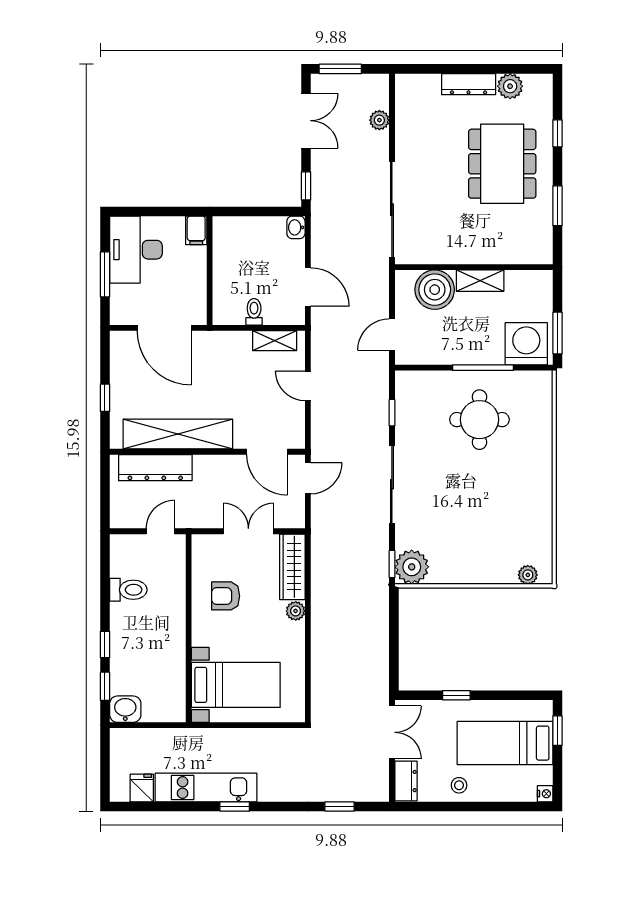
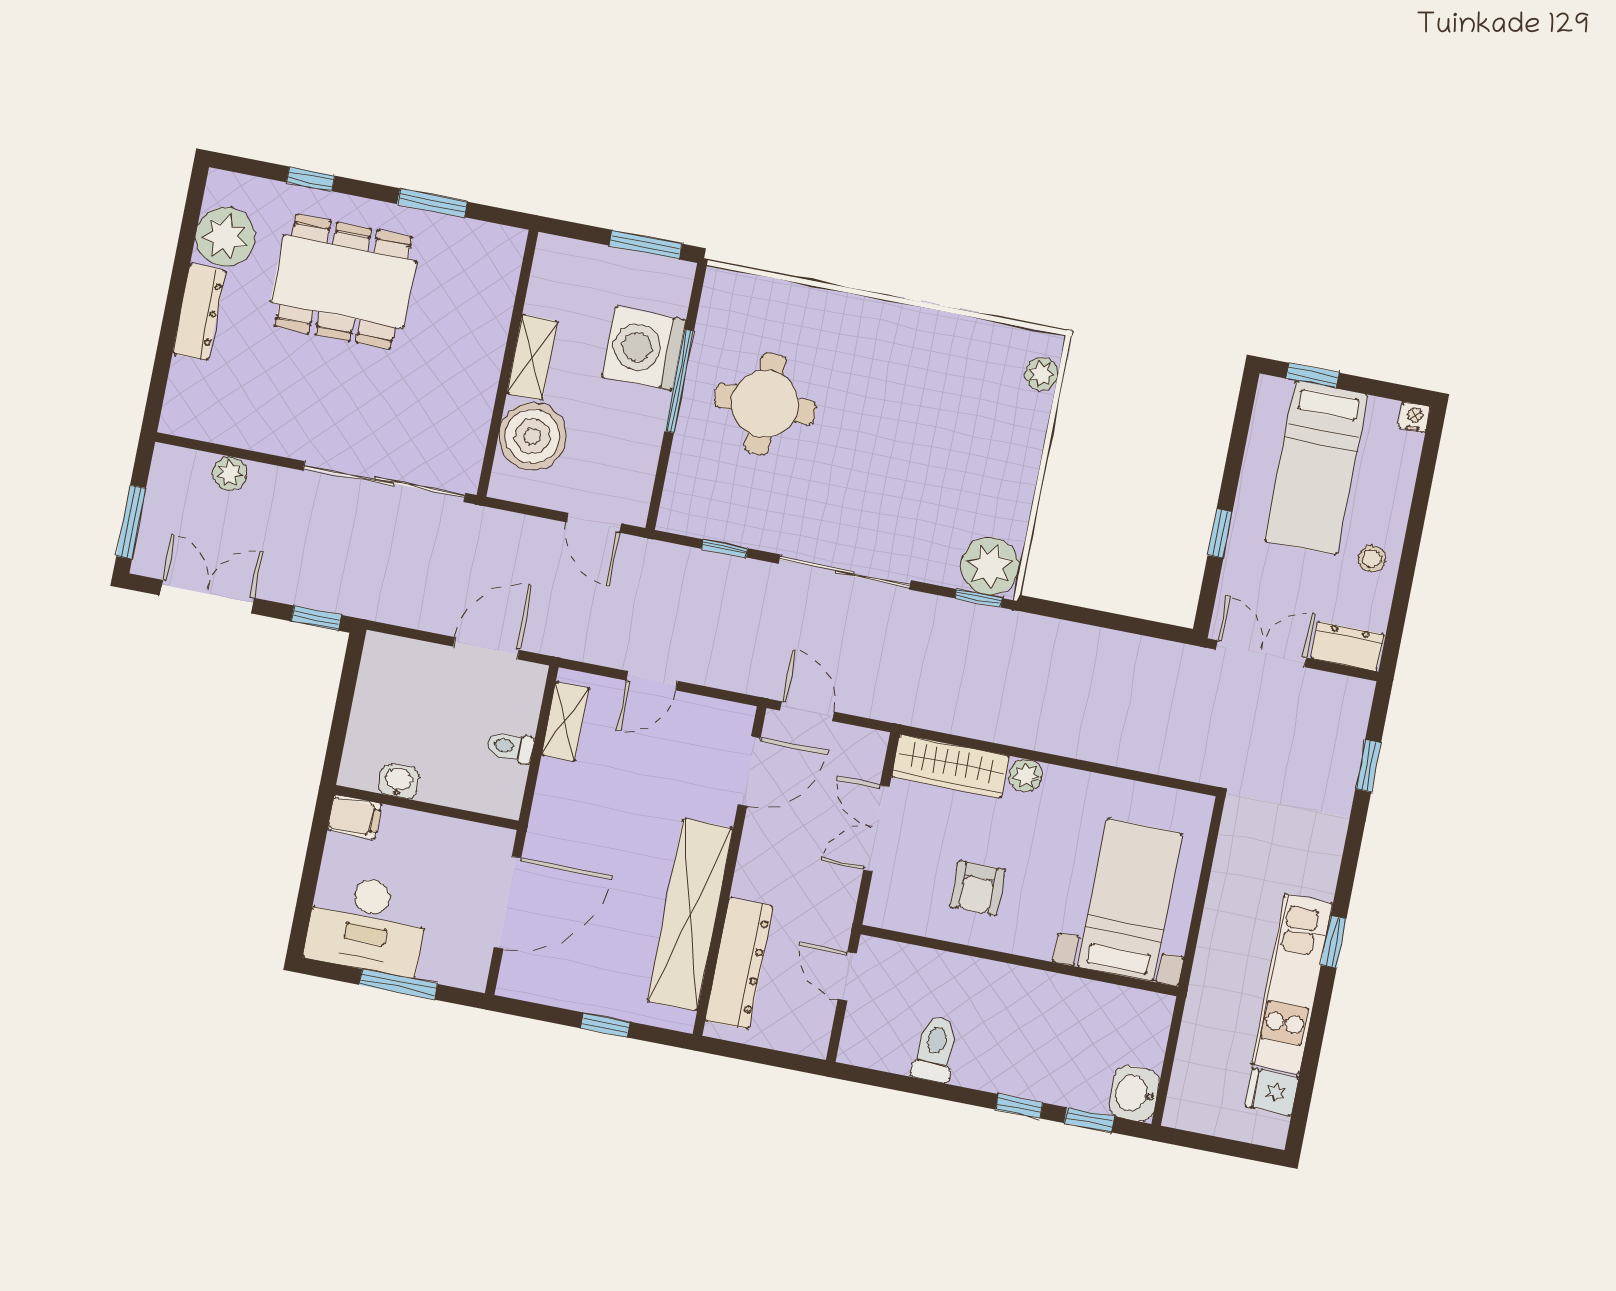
plant: (510, 86) -> (225, 237), width x1.36, depth x1.36
washbasin: (296, 227) -> (399, 781), moved, turned 180
washing machine: (526, 344) -> (644, 348), moved

